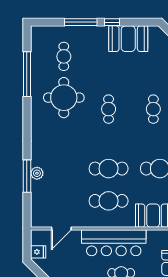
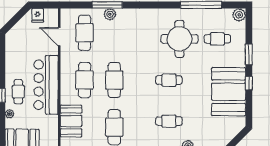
window: (81, 22) -> (249, 54), width x0.69
plant: (38, 33) -> (239, 15), added
booth: (128, 39) -> (229, 92), width x1.36, depth x1.42
cafe table: (57, 201) -> (85, 33), added

